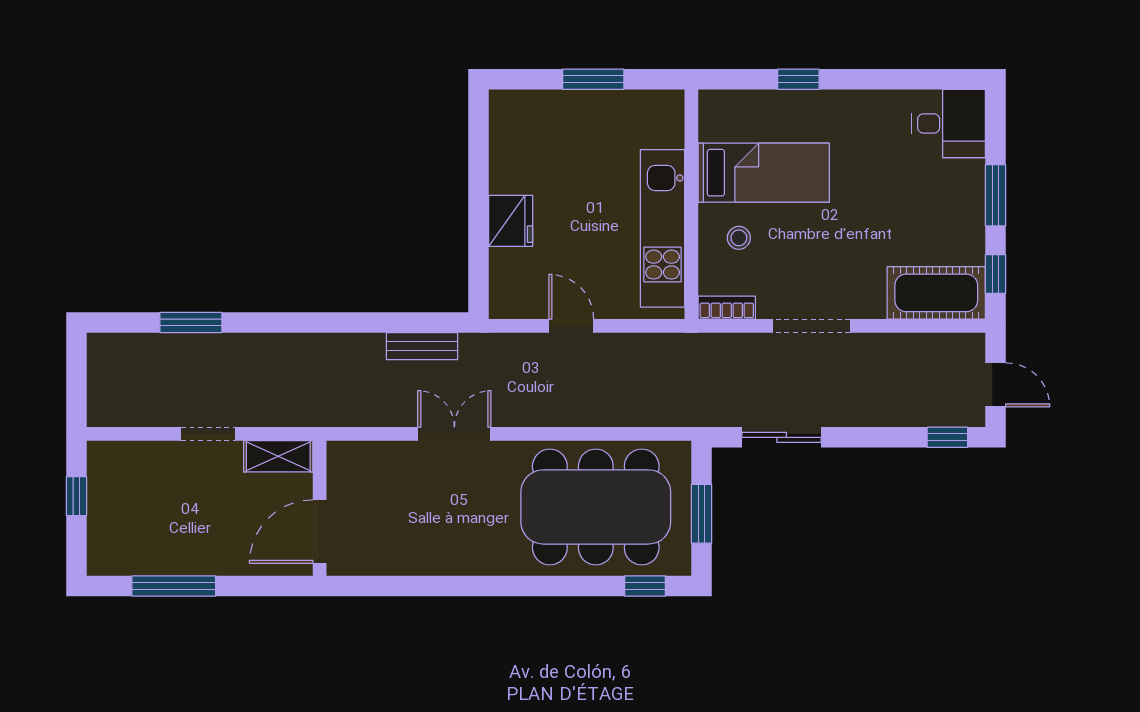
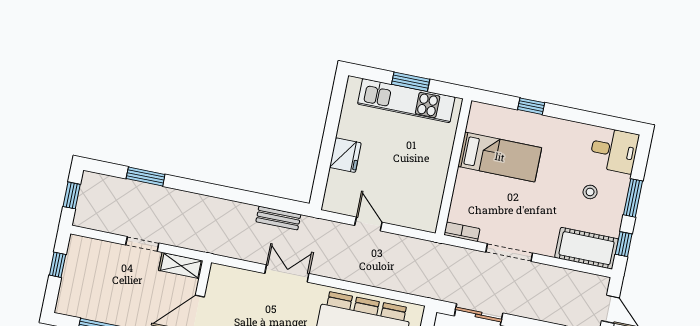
kitchen unit: (663, 228) -> (406, 101), moved, turned -90
stool: (739, 238) -> (590, 192), moved
window: (76, 378) -> (72, 195), added

